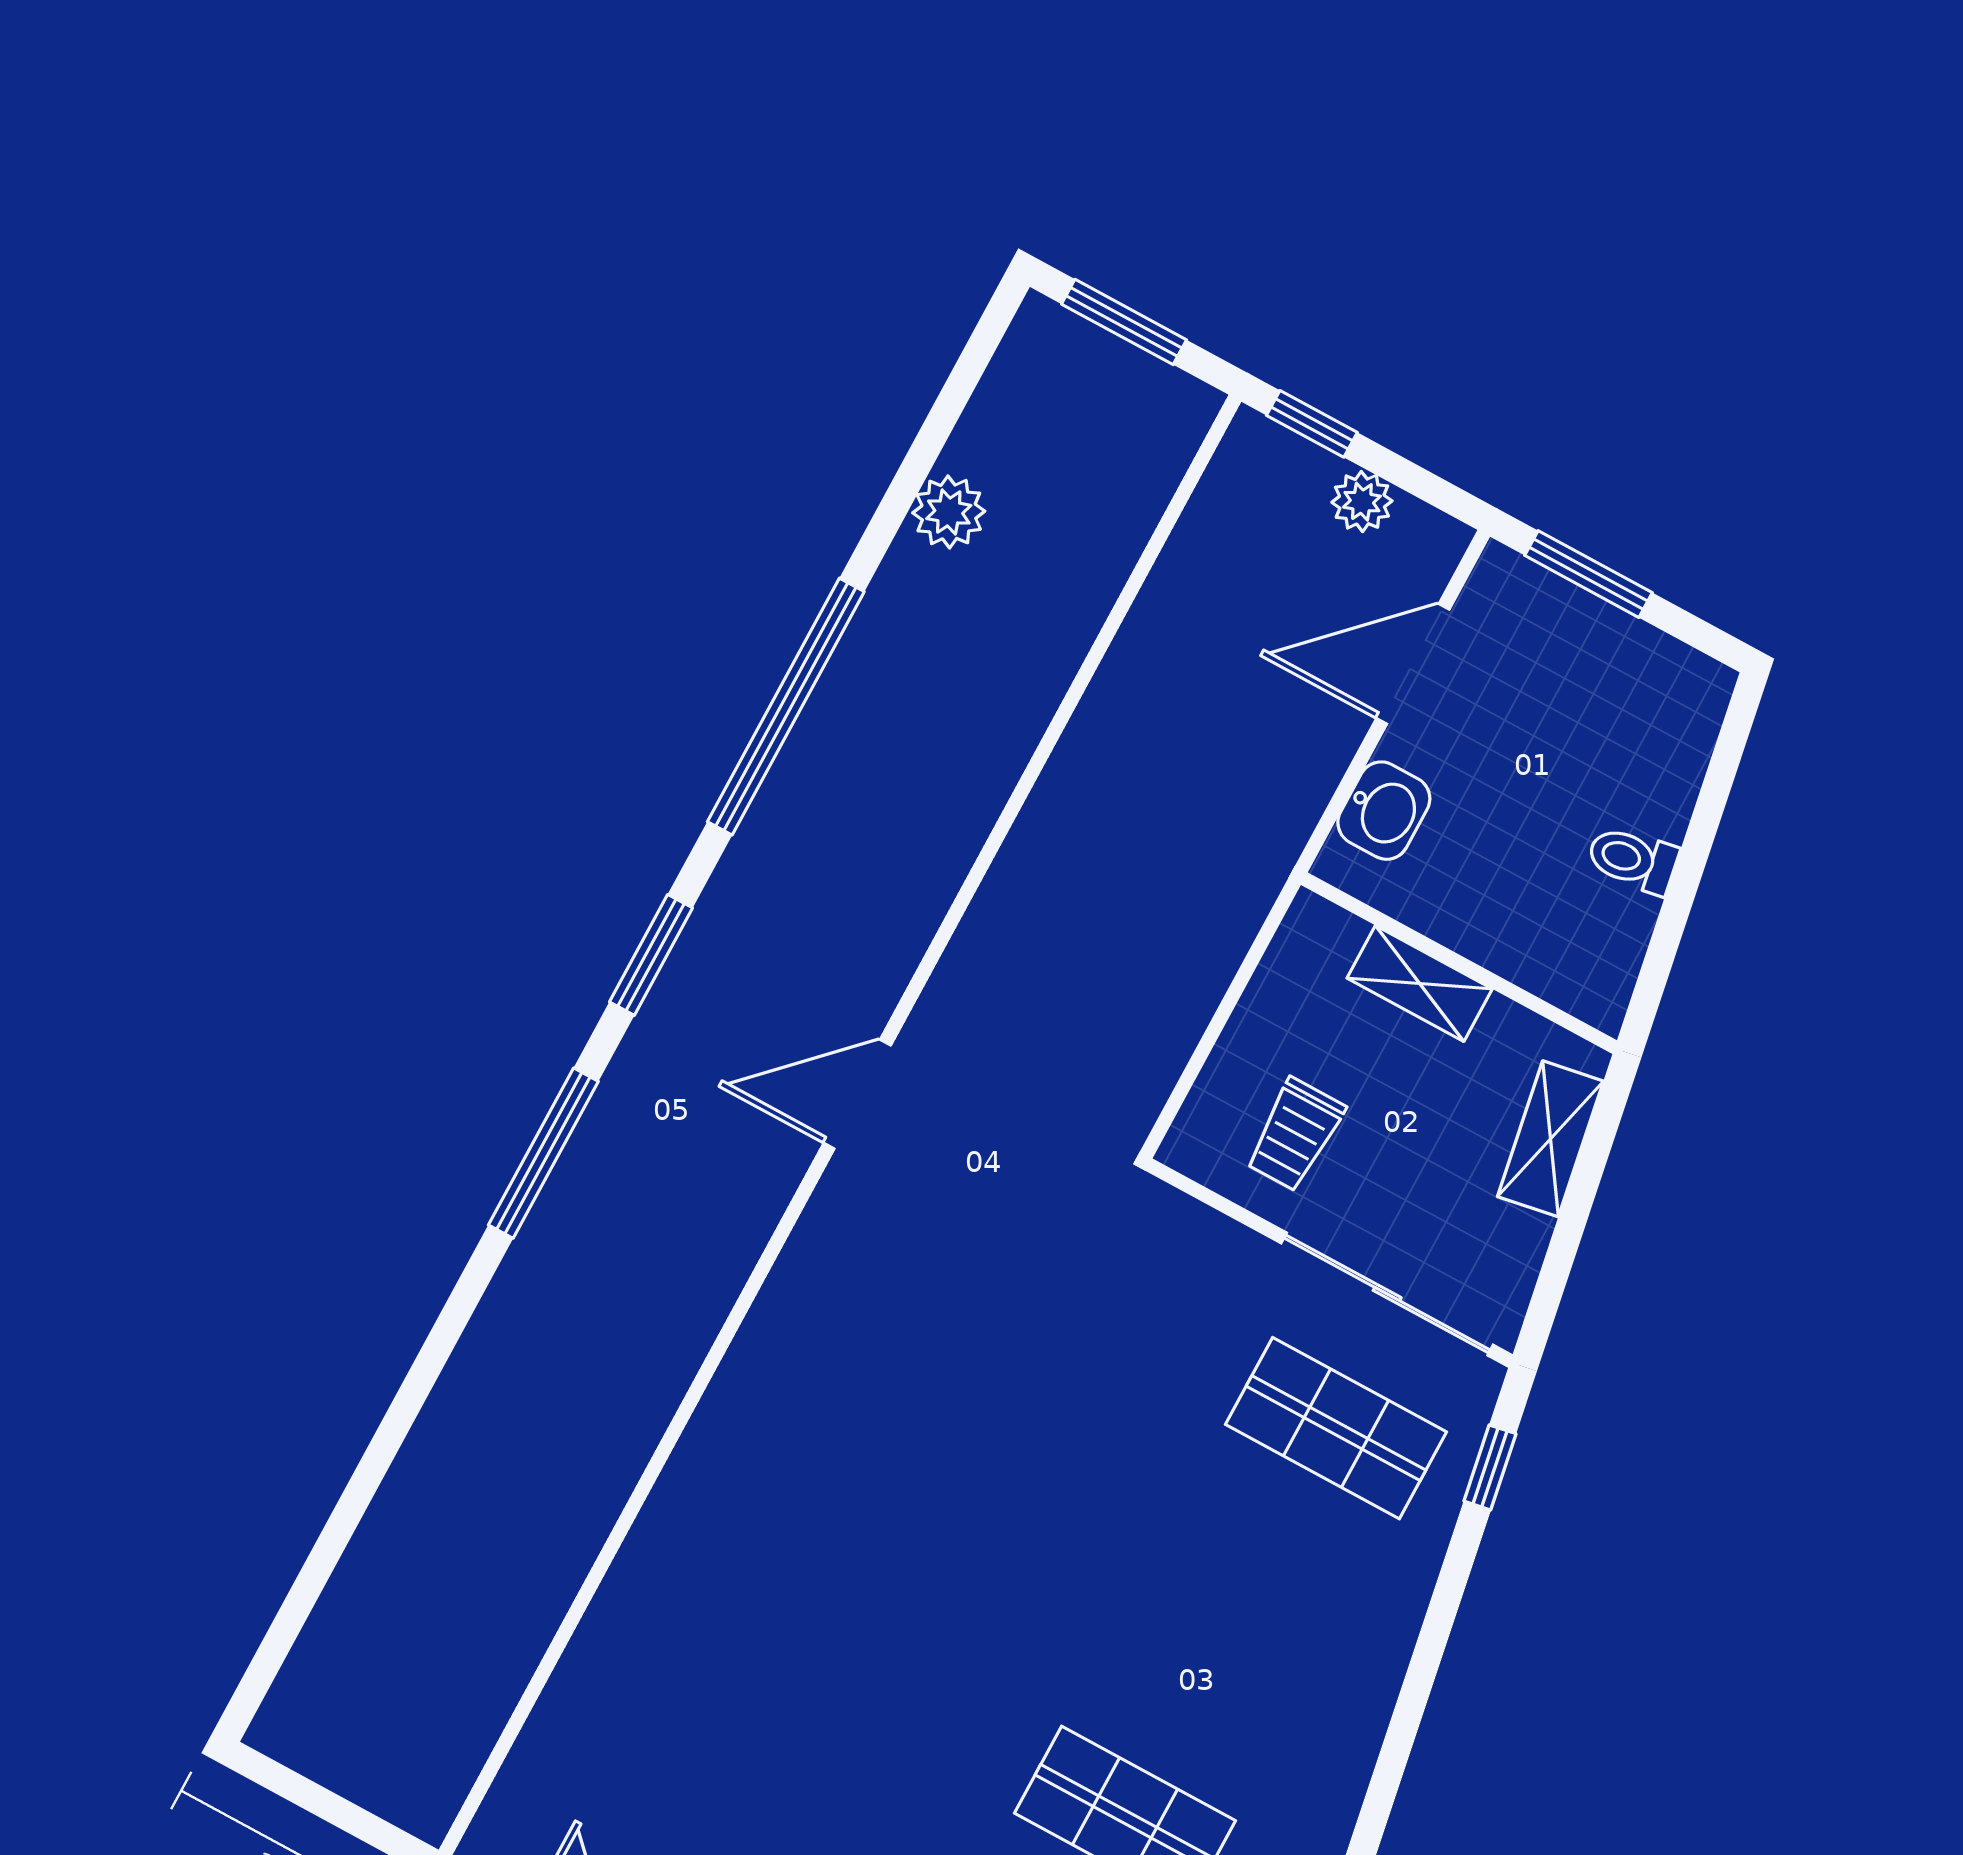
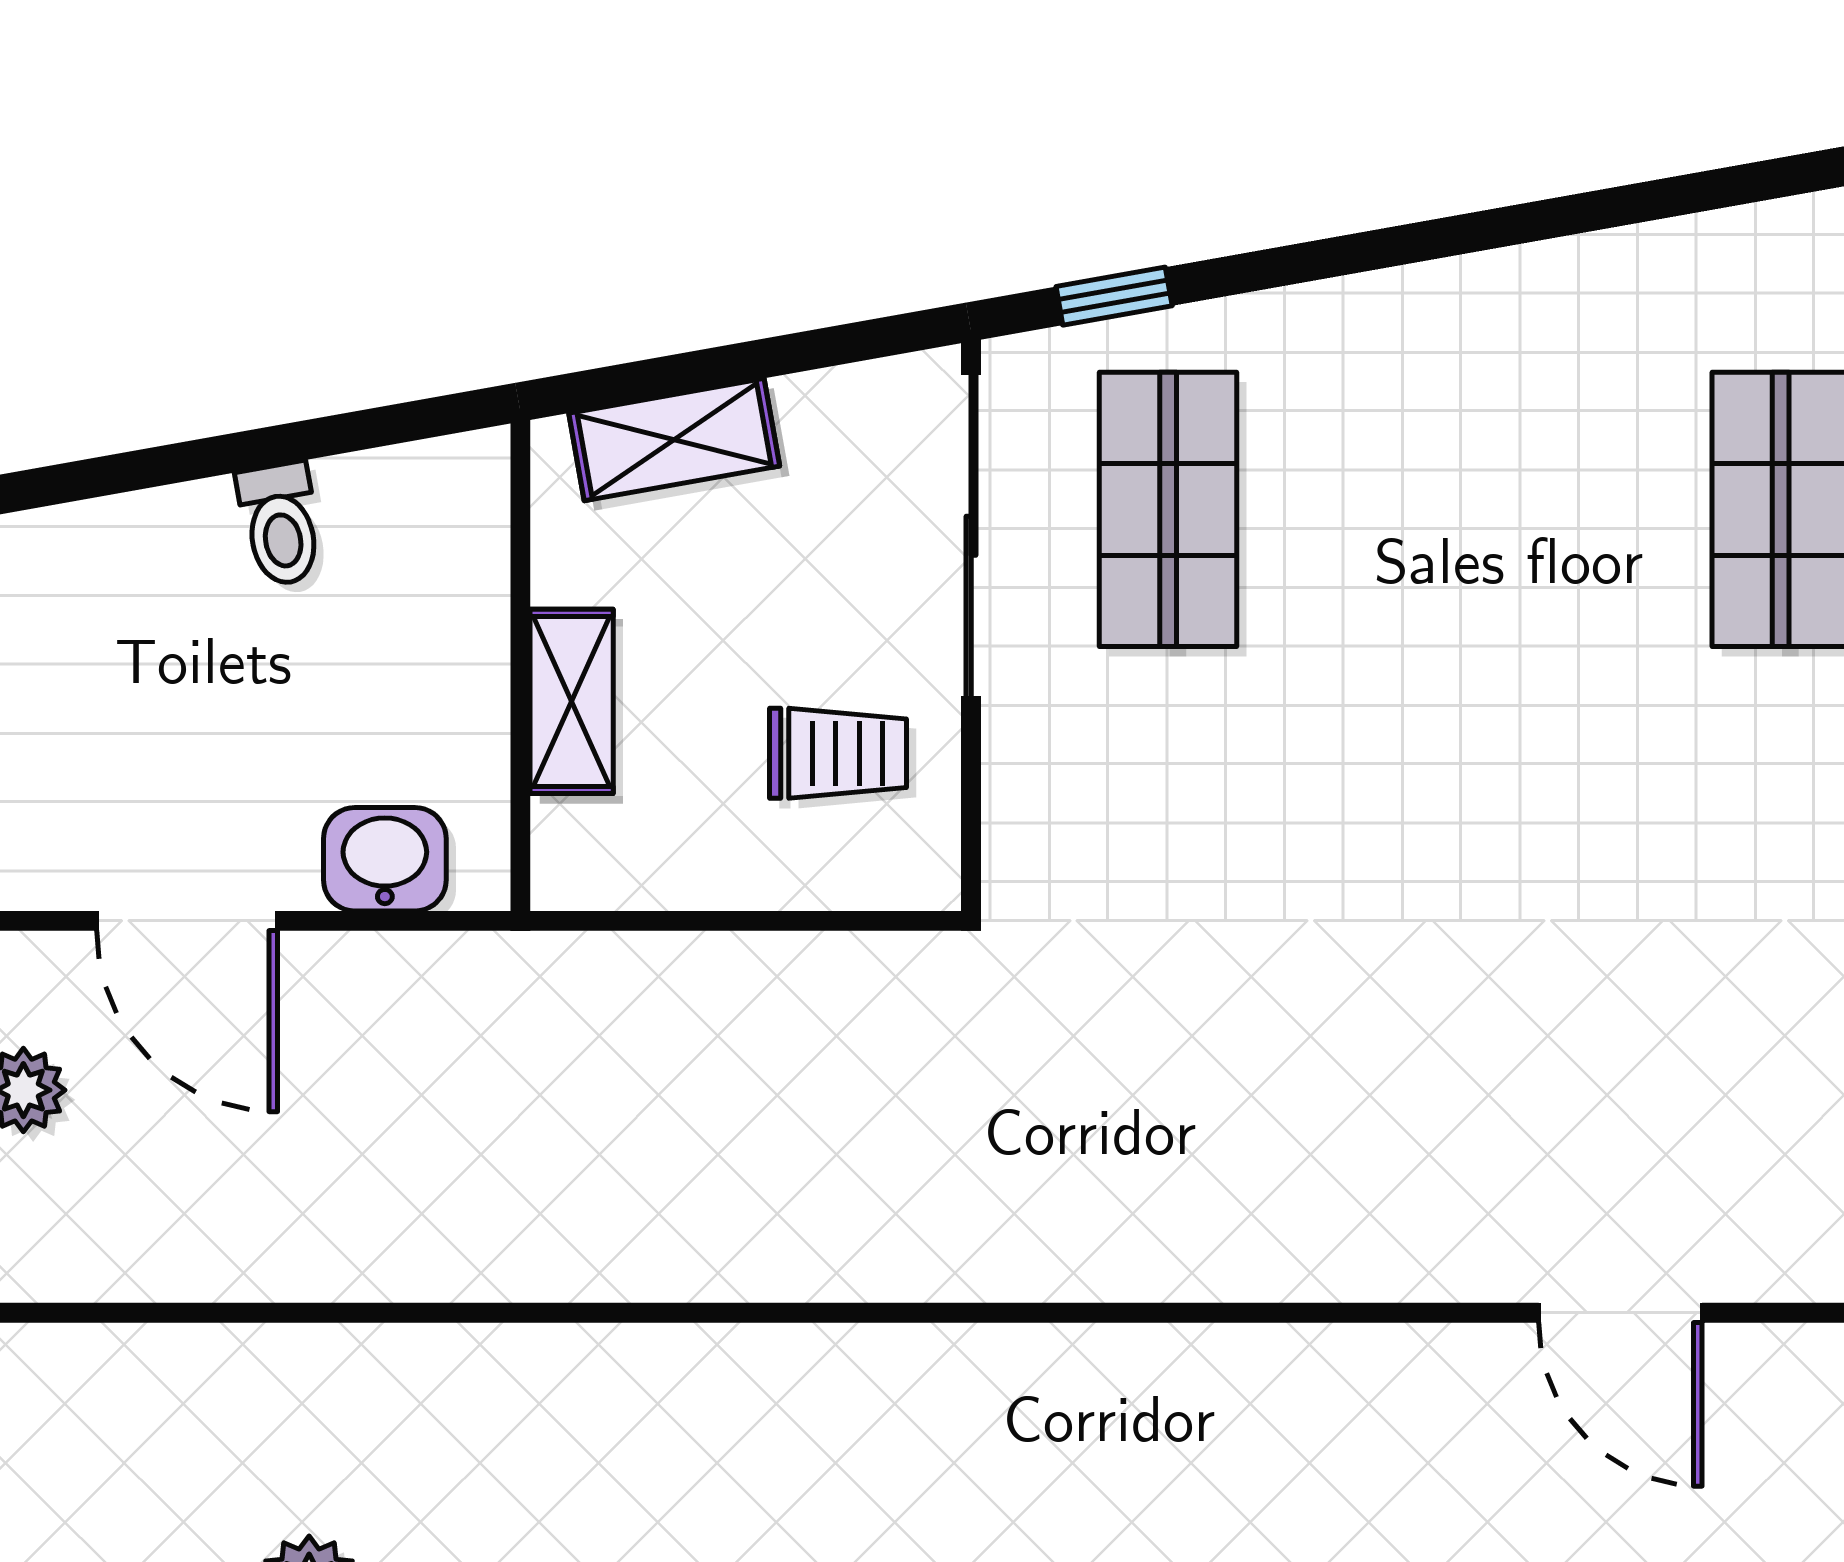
door: (857, 1094) -> (1620, 1313), moved

